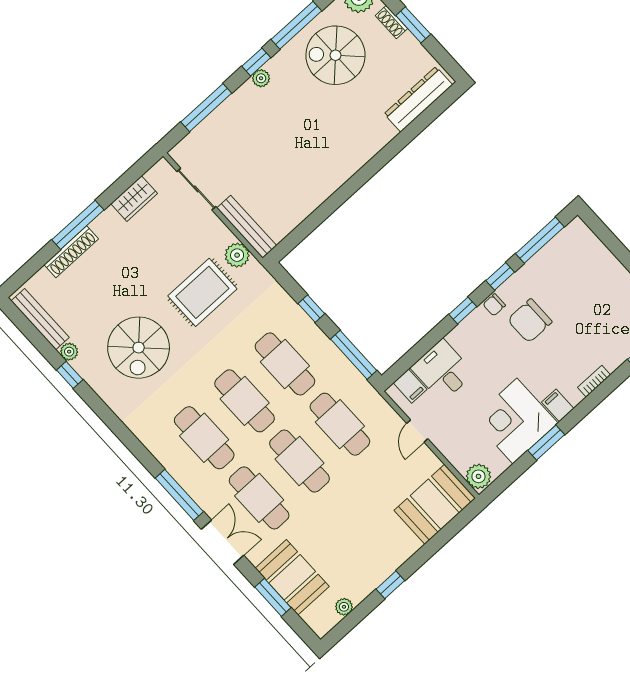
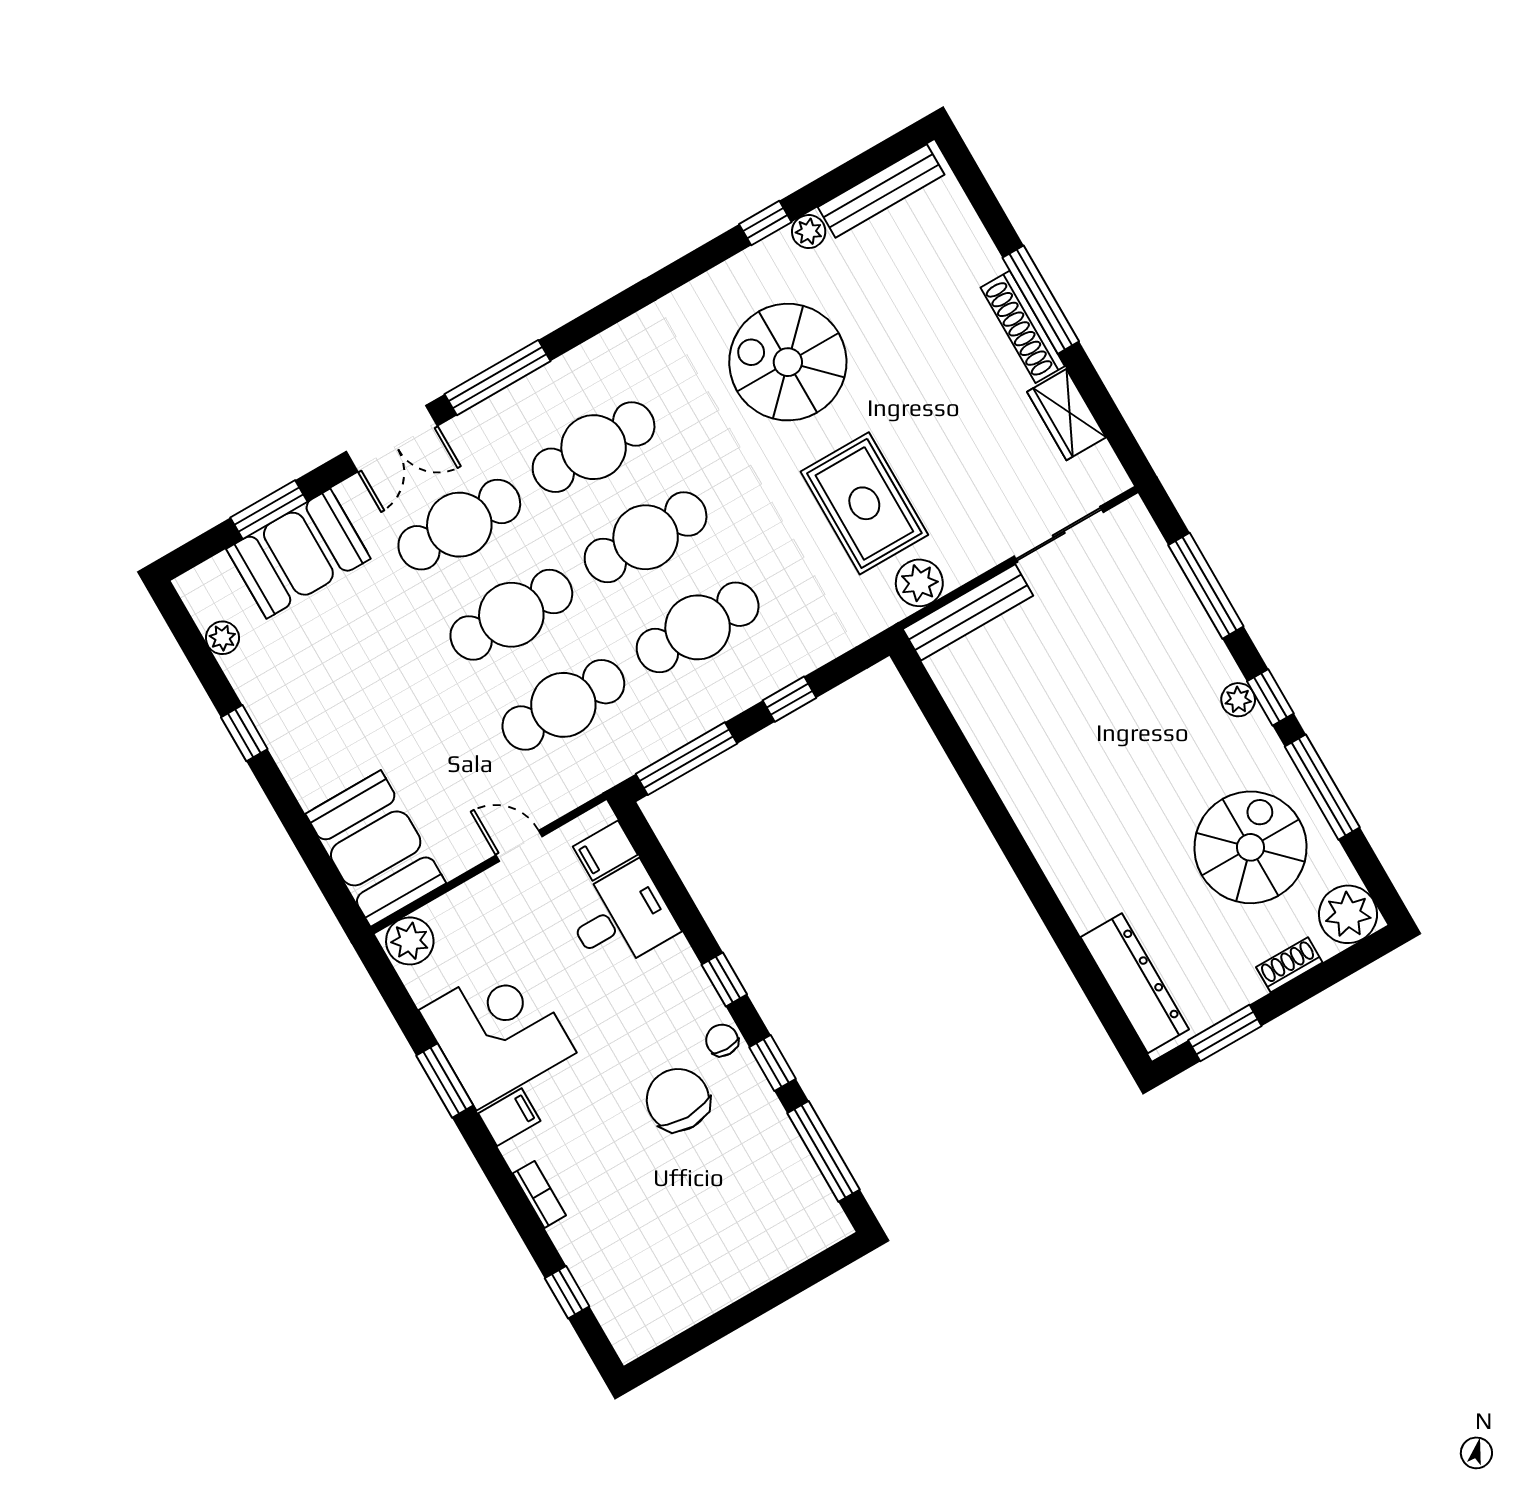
window: (413, 25) -> (1225, 1033), moved
shoe rack: (71, 252) -> (1023, 327), moved

